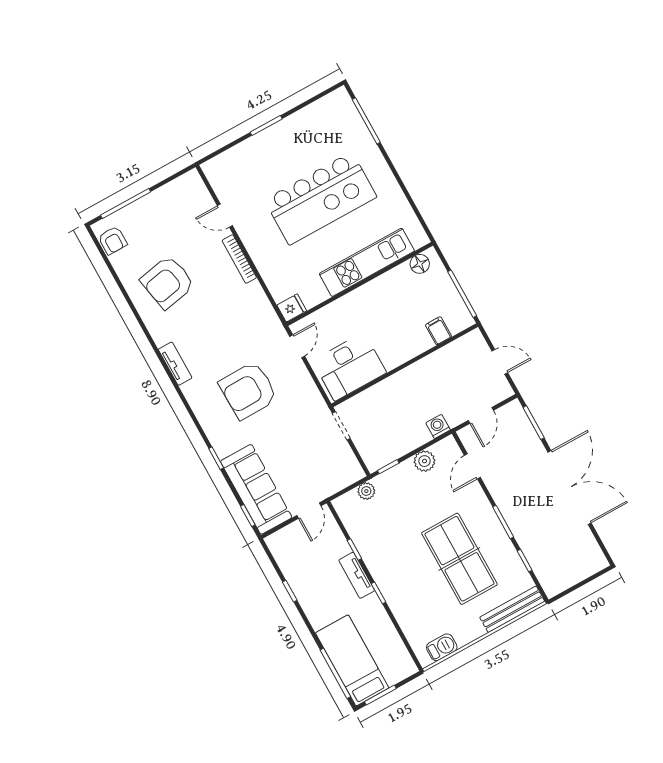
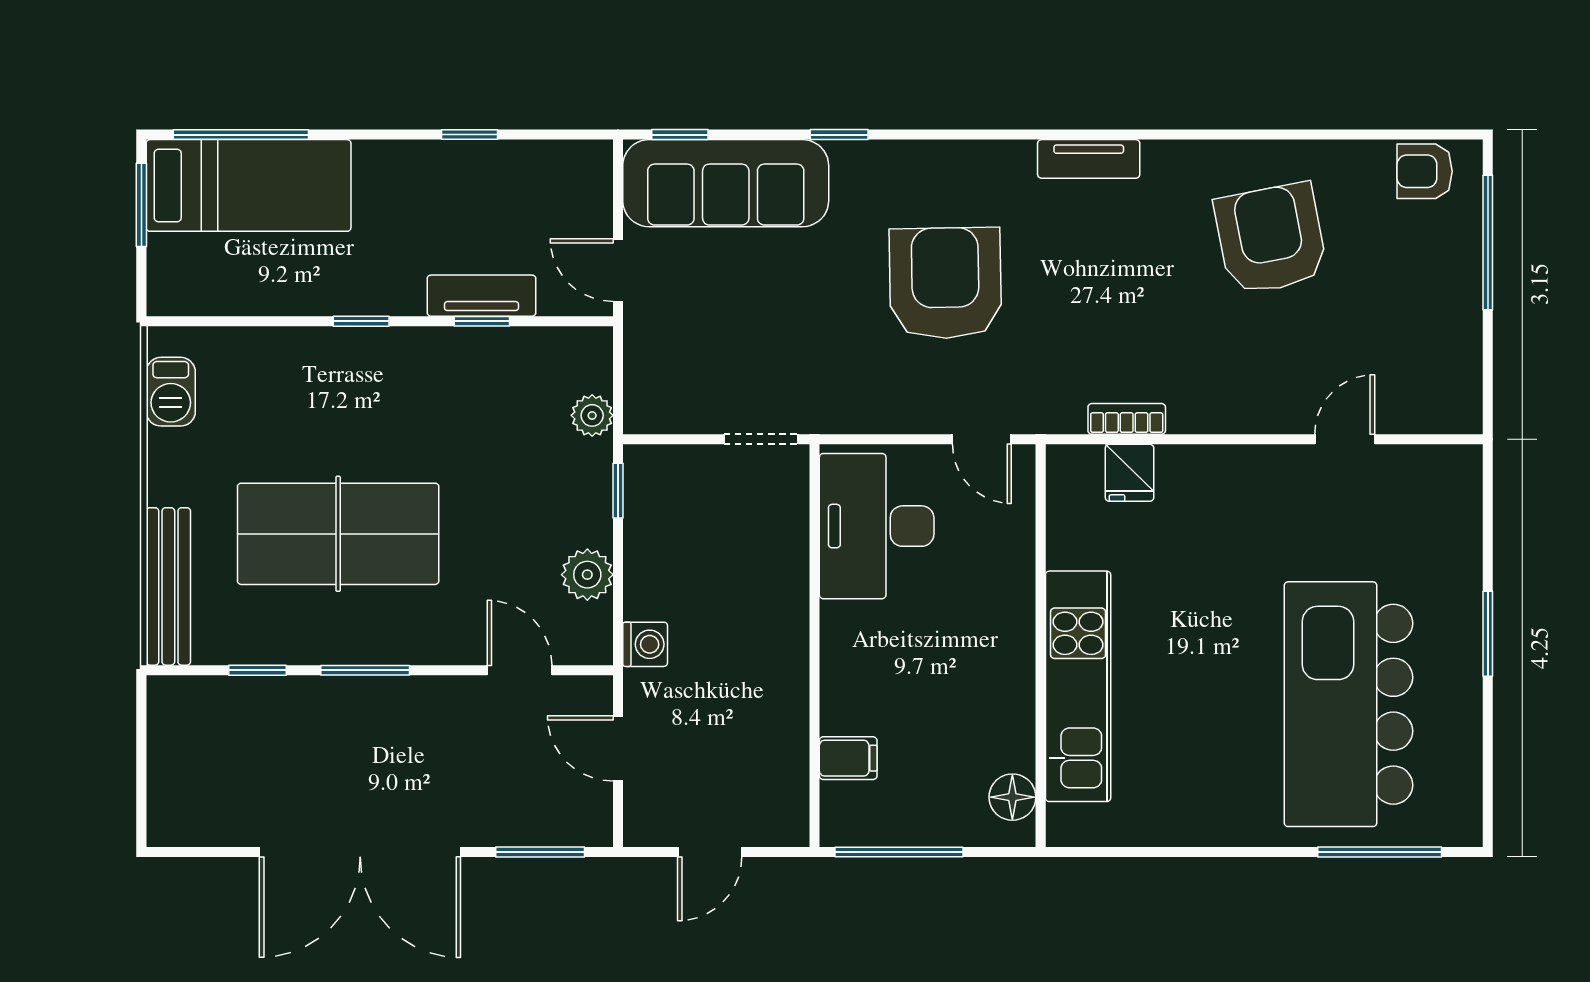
kitchen island: (321, 198) -> (1348, 704), moved
bookcase: (239, 259) -> (1127, 419), moved, width x0.64
fridge: (292, 308) -> (1130, 473), moved
tv unit: (357, 575) -> (482, 296), moved

